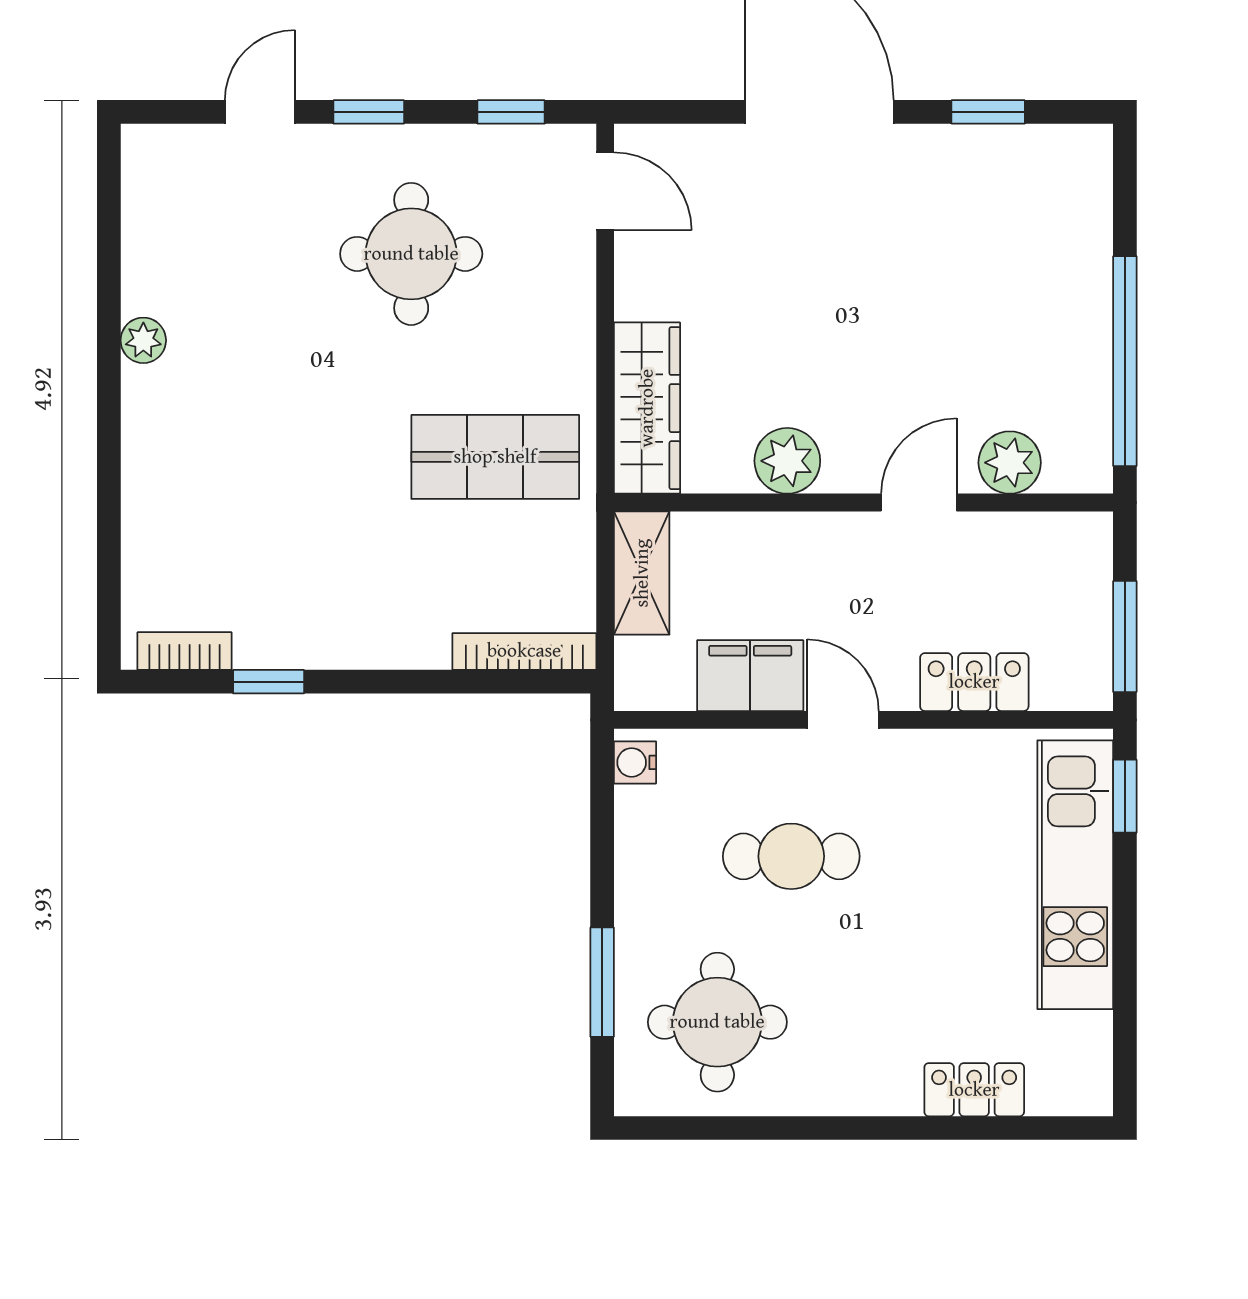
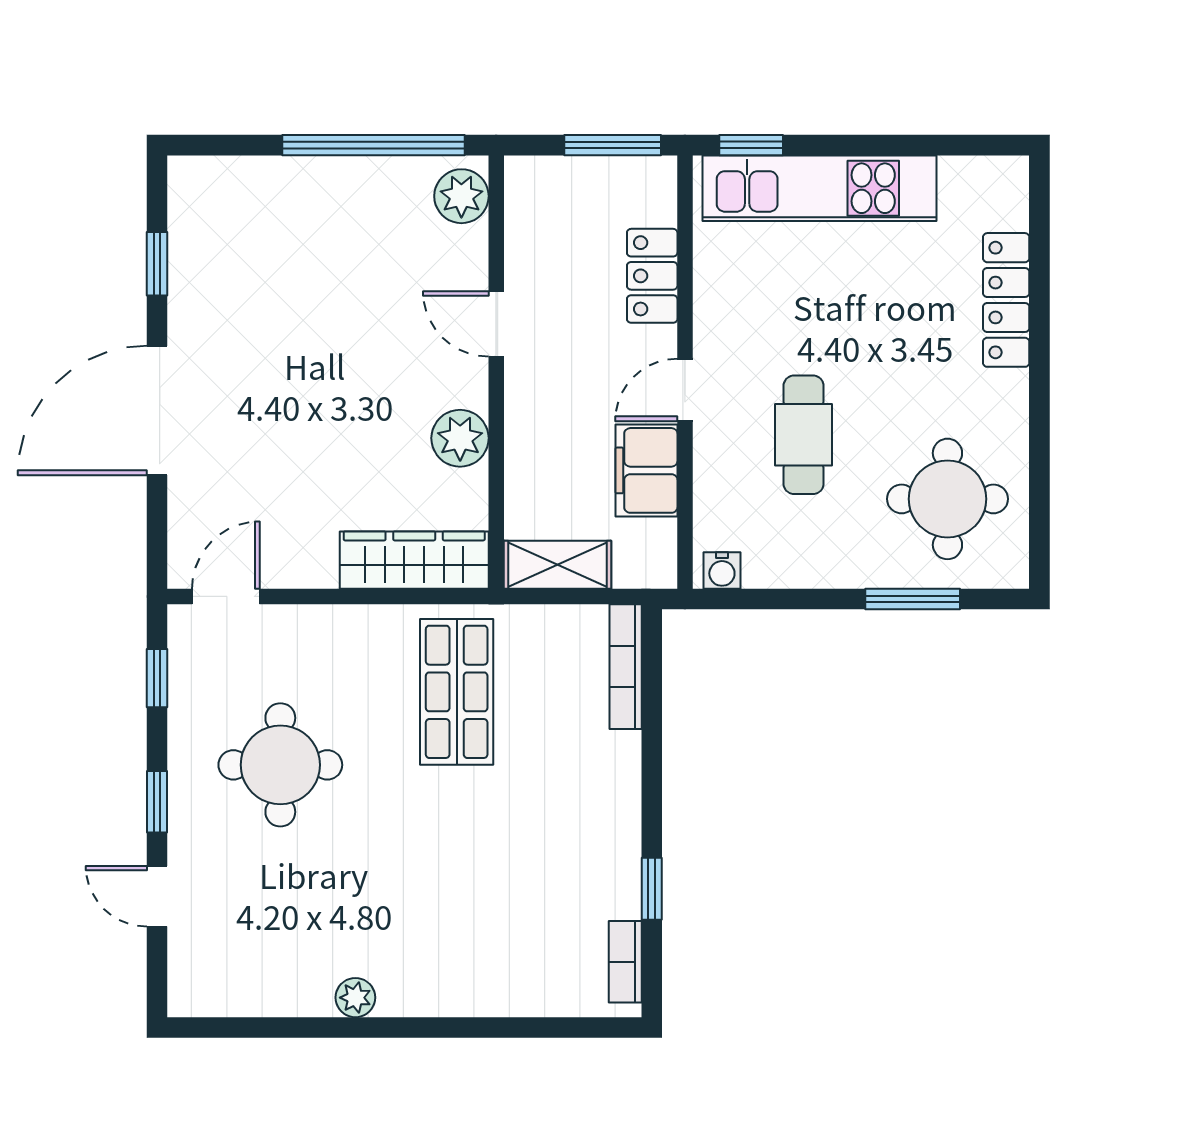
plant: (1010, 463) -> (461, 196), moved
locker: (974, 1090) -> (1006, 300), width x1.53

